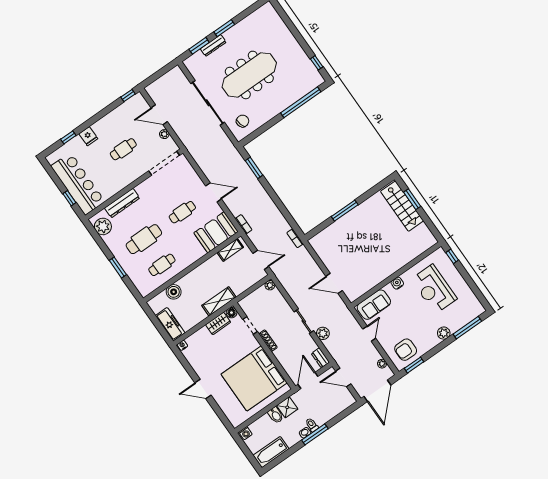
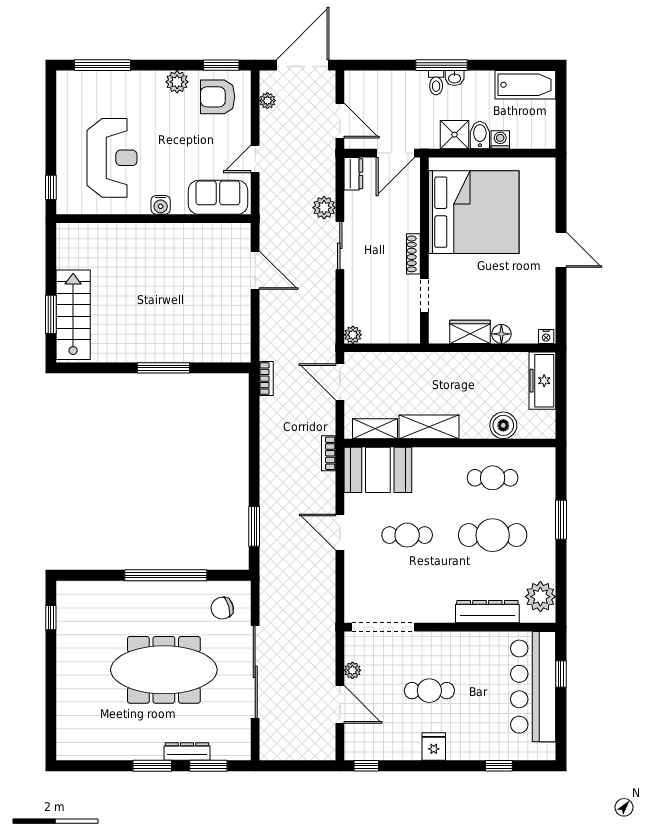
window: (301, 102) -> (166, 575), moved
fridge: (88, 136) -> (434, 747), moved
shelving: (219, 301) -> (429, 427), moved
floor lamp: (232, 313) -> (501, 334), moved
plant: (444, 333) -> (177, 82), moved
armchair: (406, 350) -> (218, 97), turned 180
washing machine: (245, 433) -> (500, 140), moved

